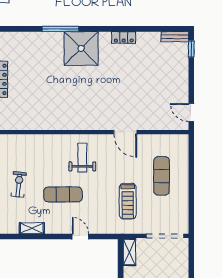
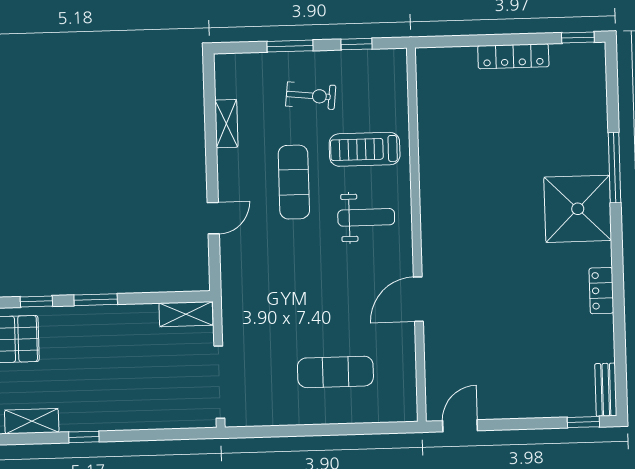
treadmill: (128, 201) -> (365, 149), moved

